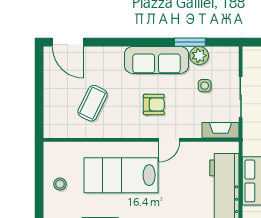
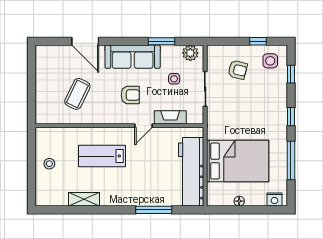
door: (68, 42) -> (85, 41), moved
plant: (199, 56) -> (190, 53), moved
fireplace: (221, 130) -> (170, 117), moved
lab bench: (121, 175) -> (102, 156), width x0.73, depth x0.72

